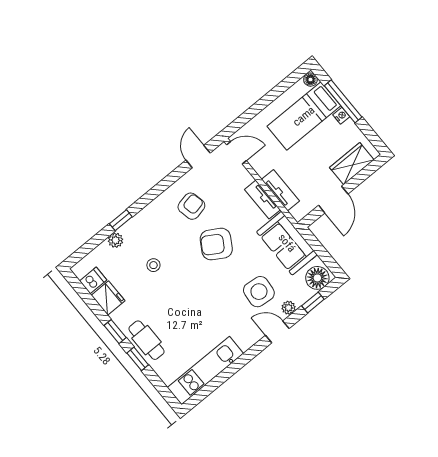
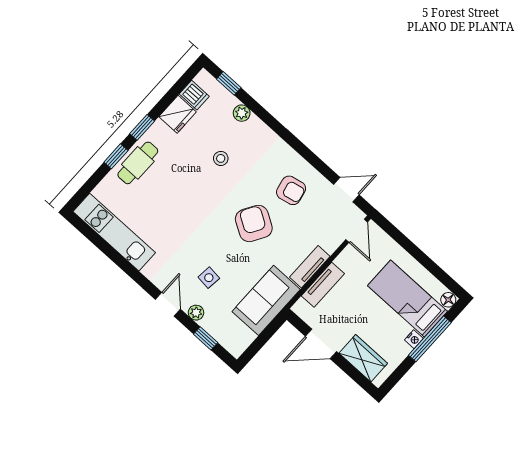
window: (121, 220) -> (229, 83), moved
floor lamp: (317, 278) -> (233, 339), removed
side table: (259, 292) -> (209, 278), width x0.54, depth x0.54

